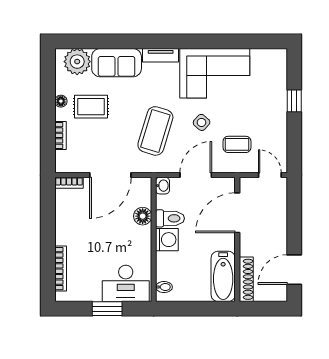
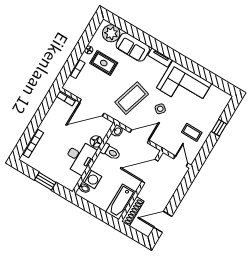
coffee table: (237, 144) -> (192, 132), moved
washing machine: (167, 240) -> (92, 179), moved
desk: (126, 283) -> (80, 157), moved, turned -90

